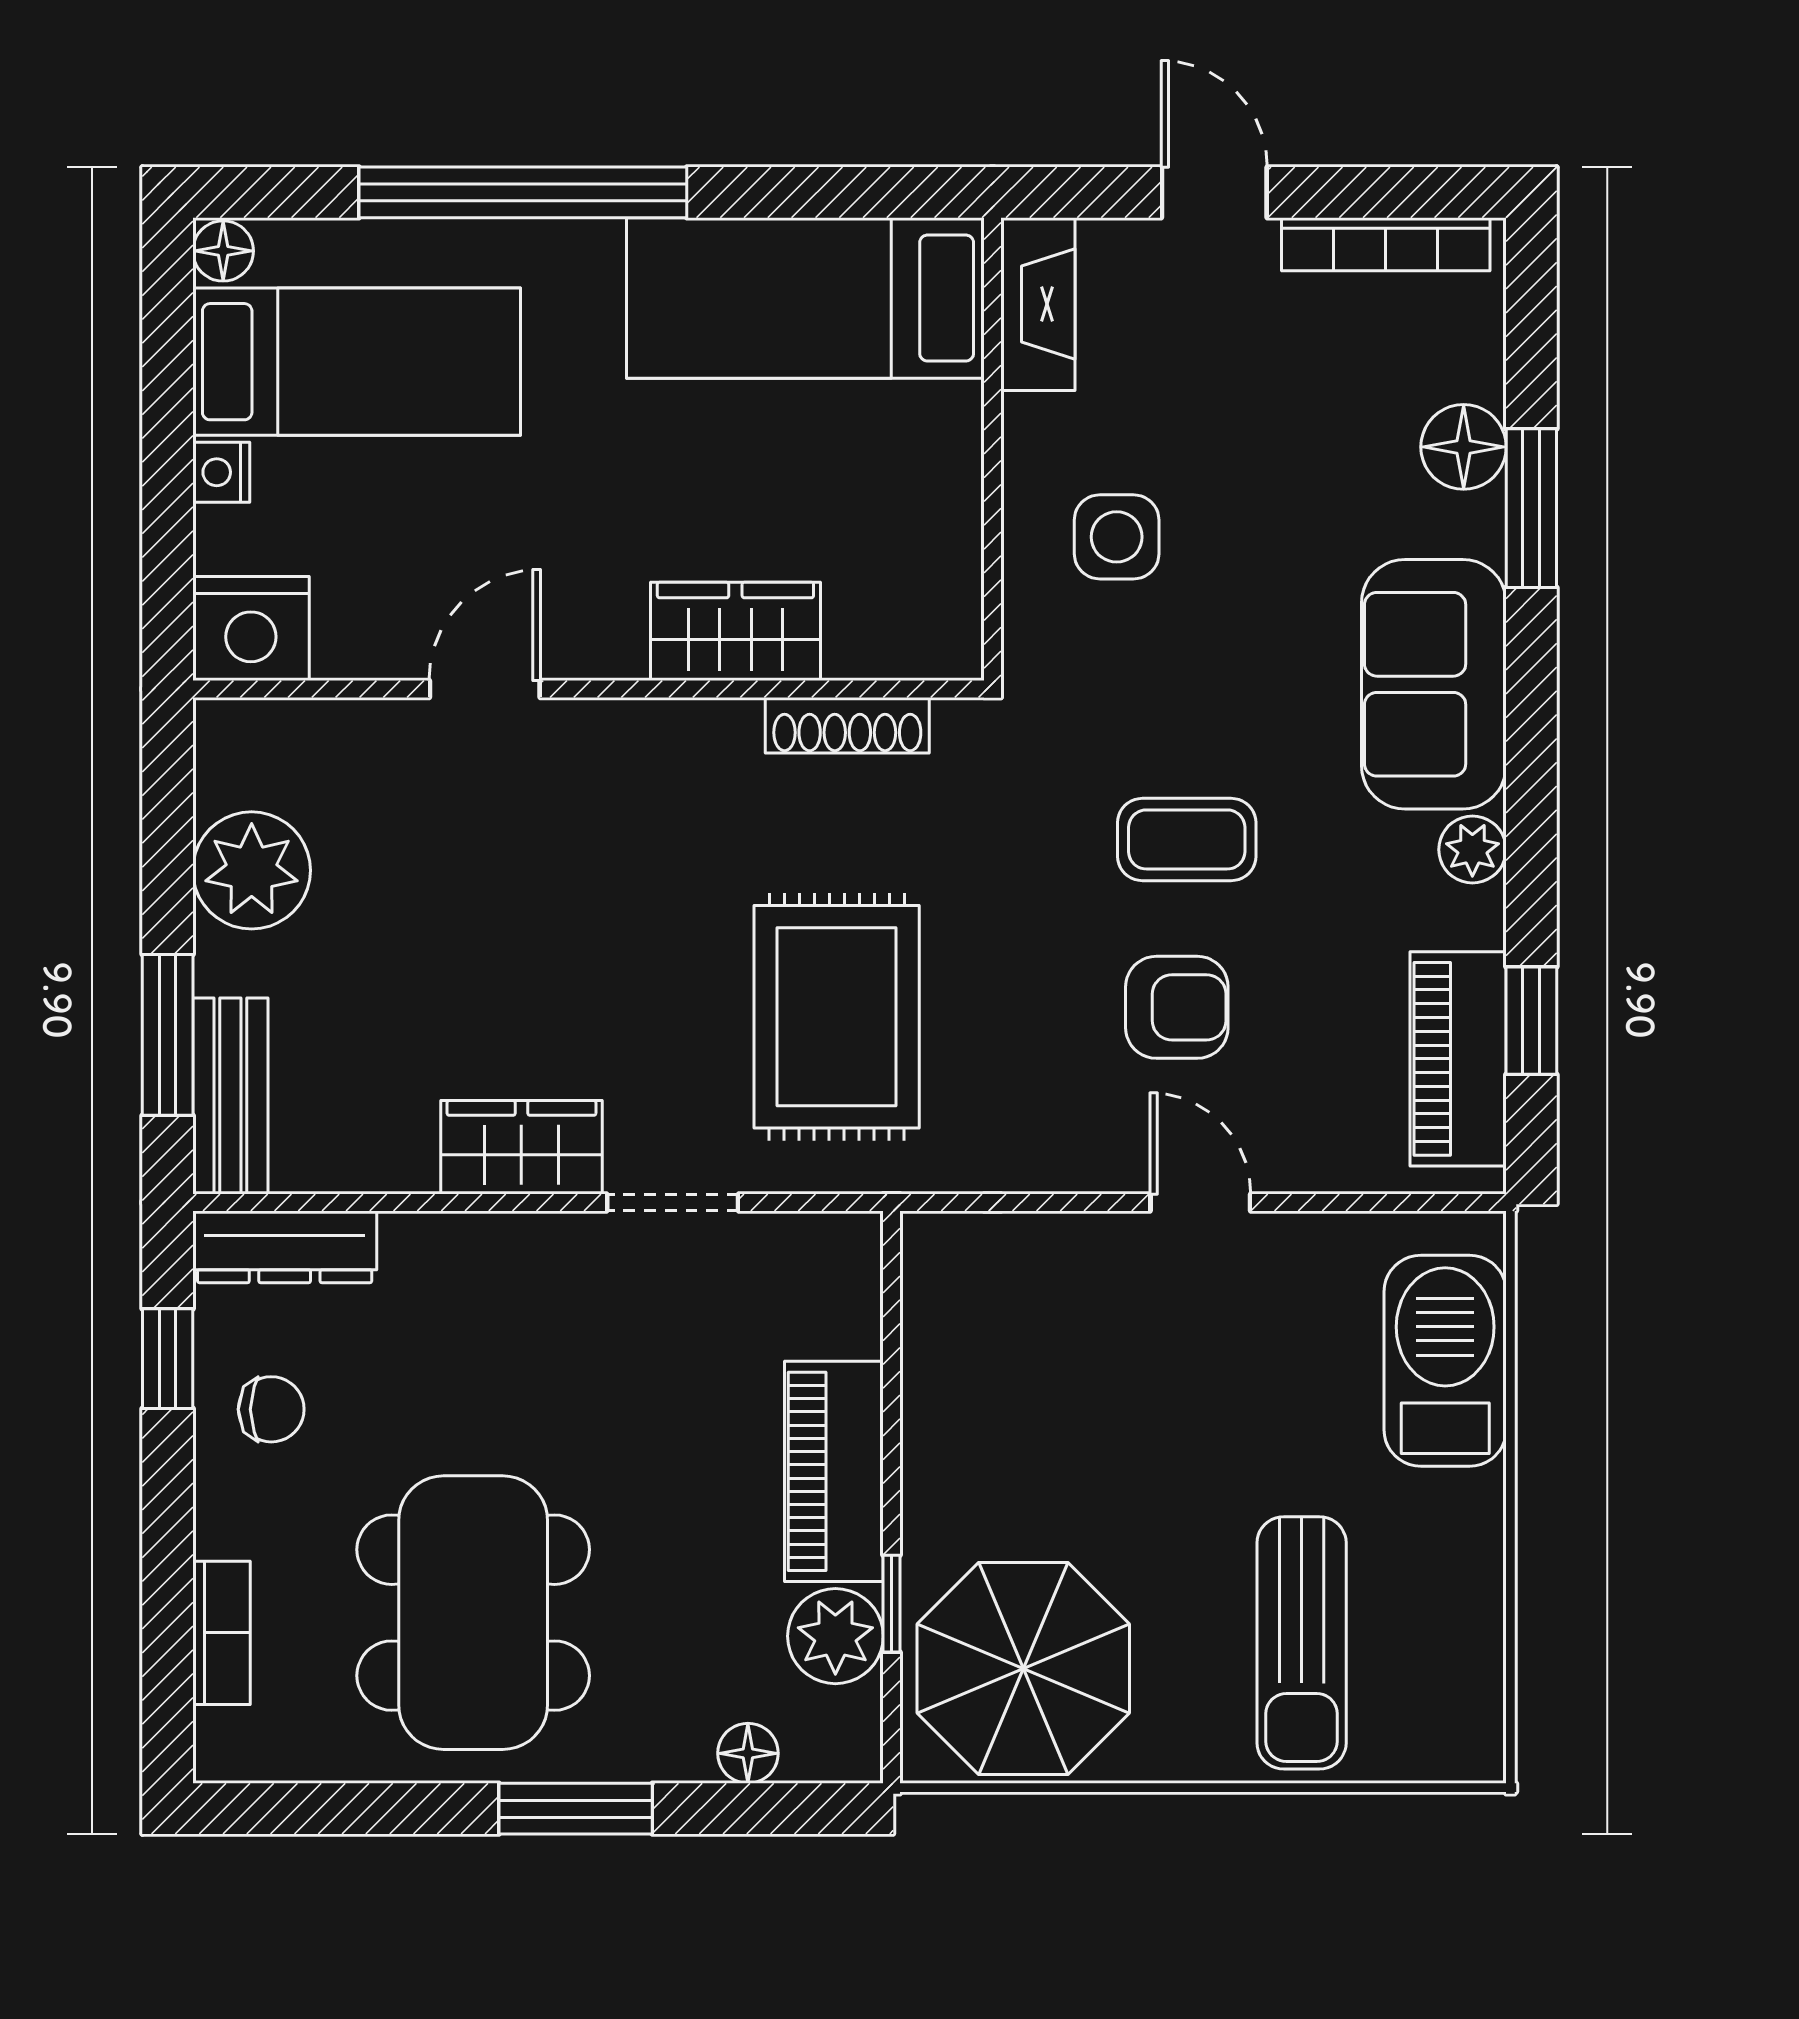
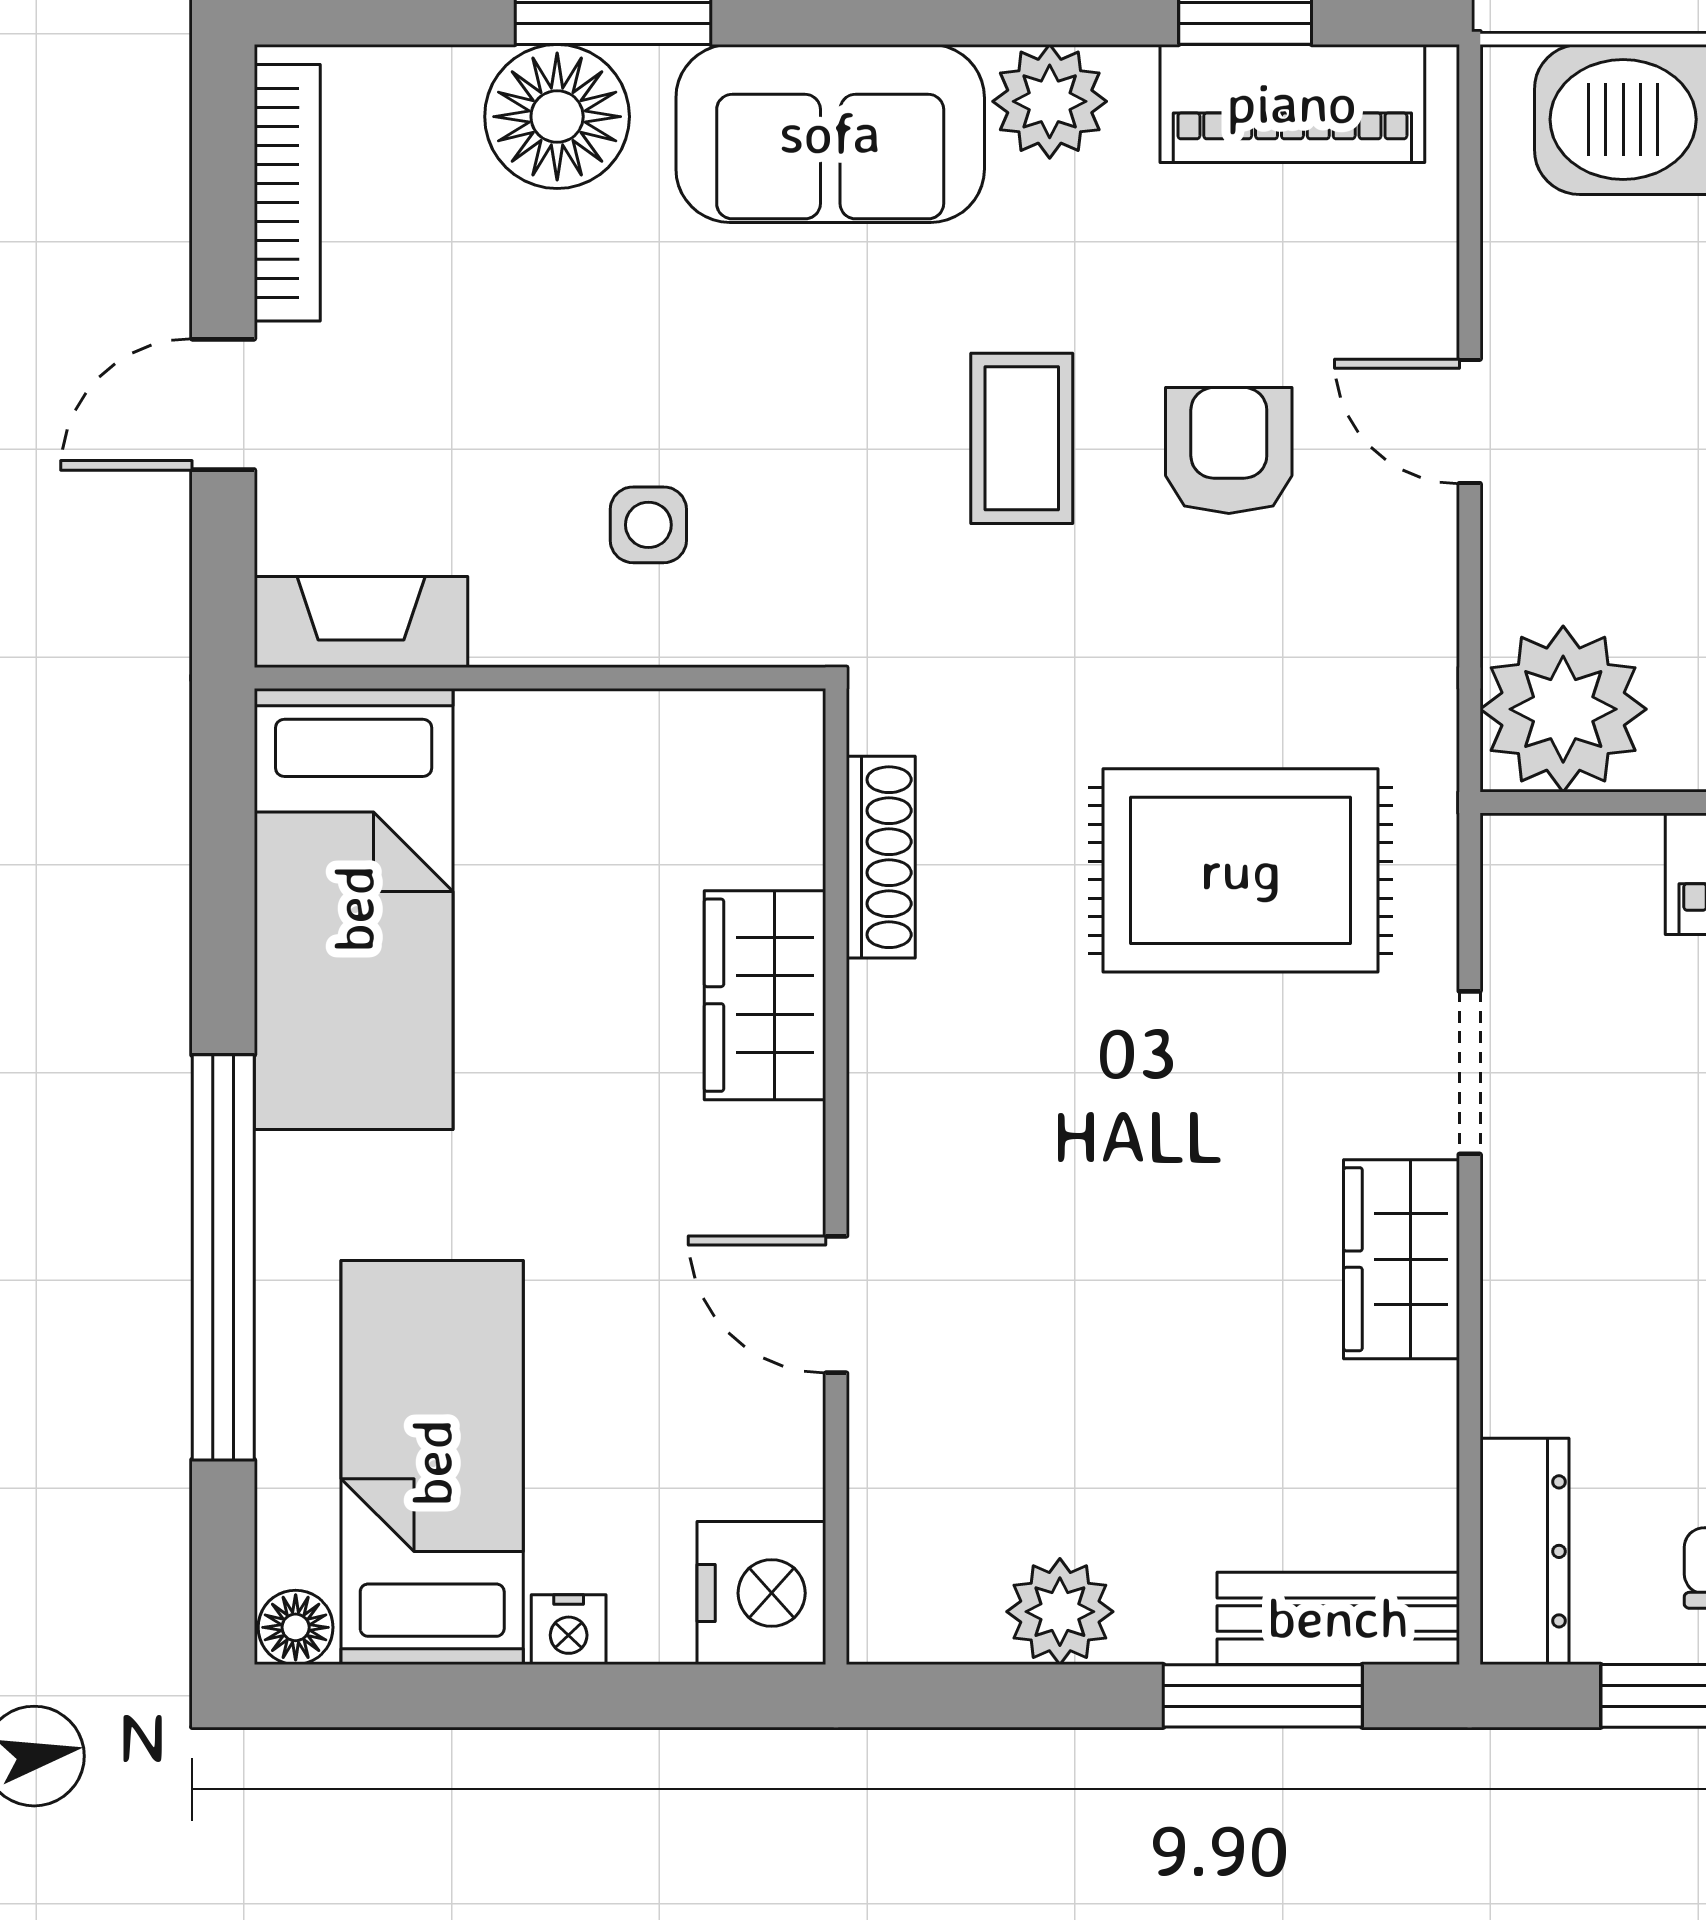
floor lamp: (1464, 447) -> (557, 117), width x1.38, depth x1.38
side table: (1117, 537) -> (648, 525), width x0.73, depth x0.73
plant: (1472, 850) -> (1050, 101), width x1.38, depth x1.38
plant: (252, 870) -> (1060, 1612), width x0.73, depth x0.73
door: (1200, 1203) -> (1470, 421), hinge flipped
plant: (967, 1278) -> (1563, 709), added

